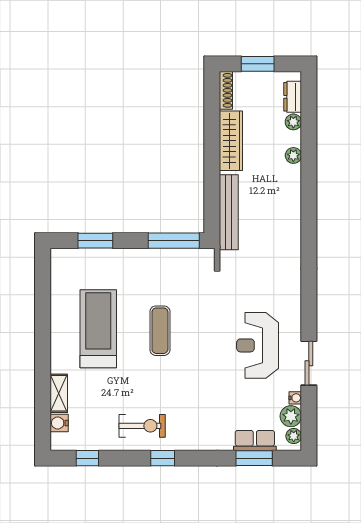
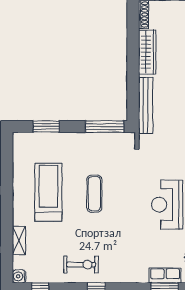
water cooler: (59, 423) -> (19, 276), moved

